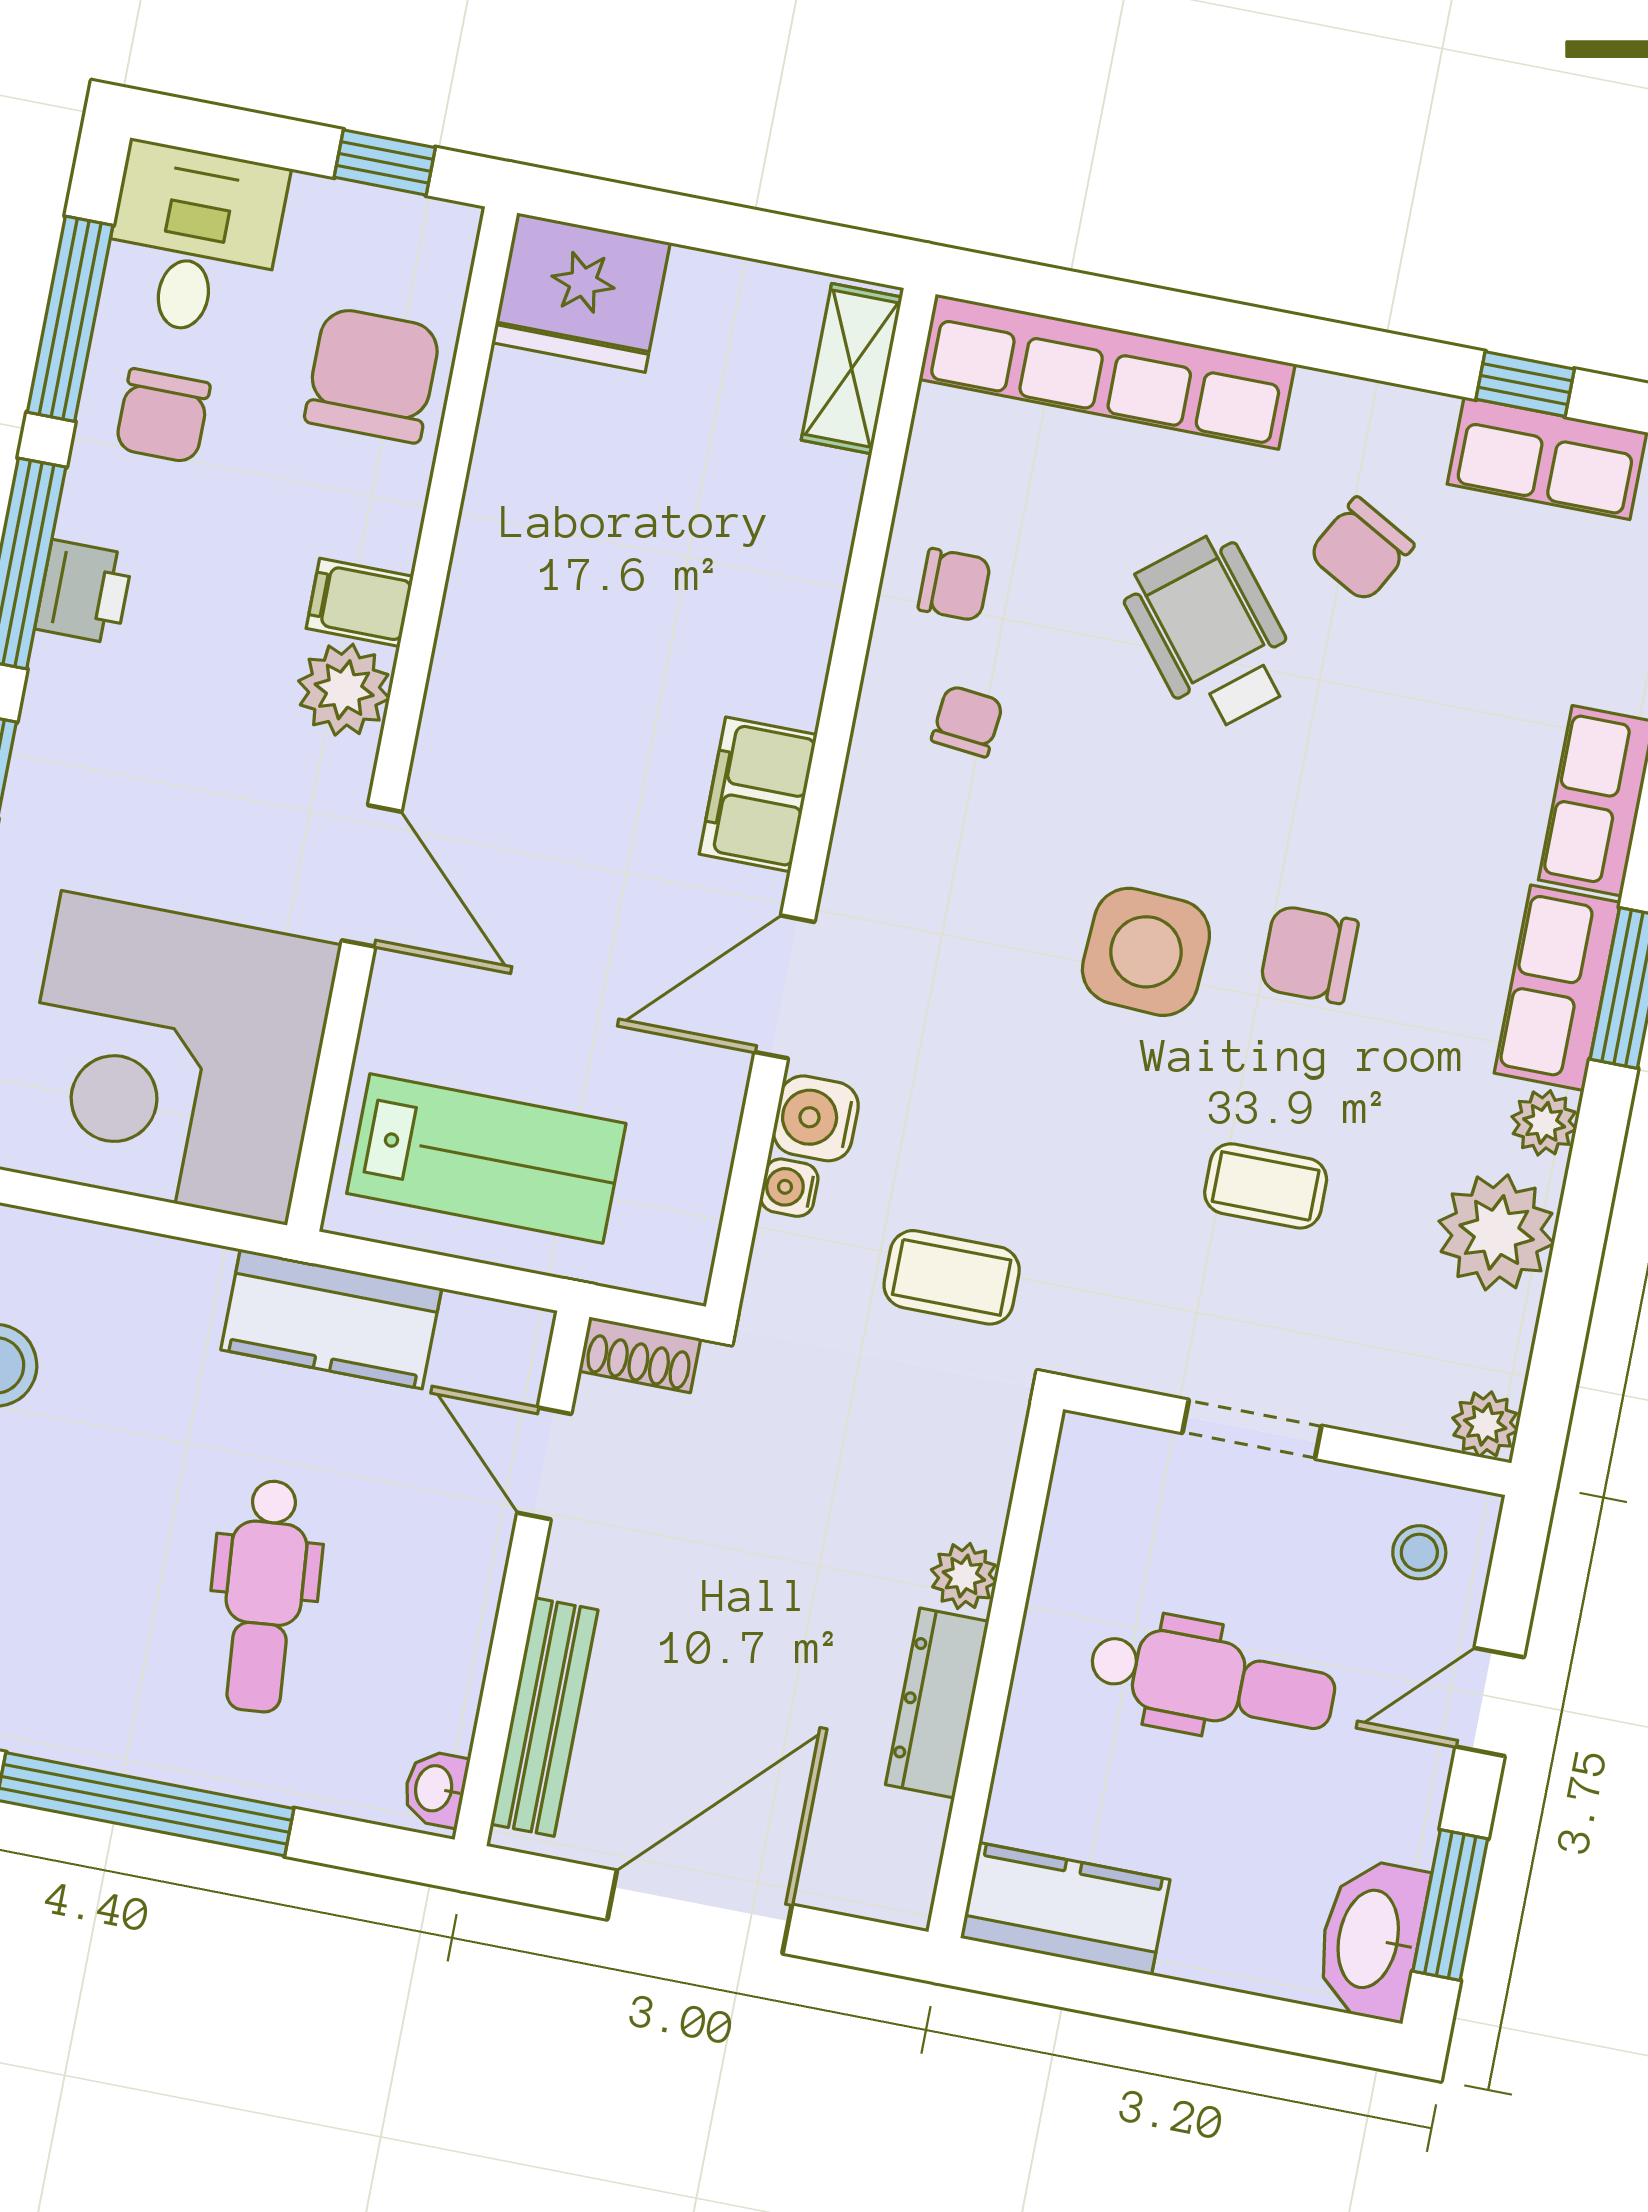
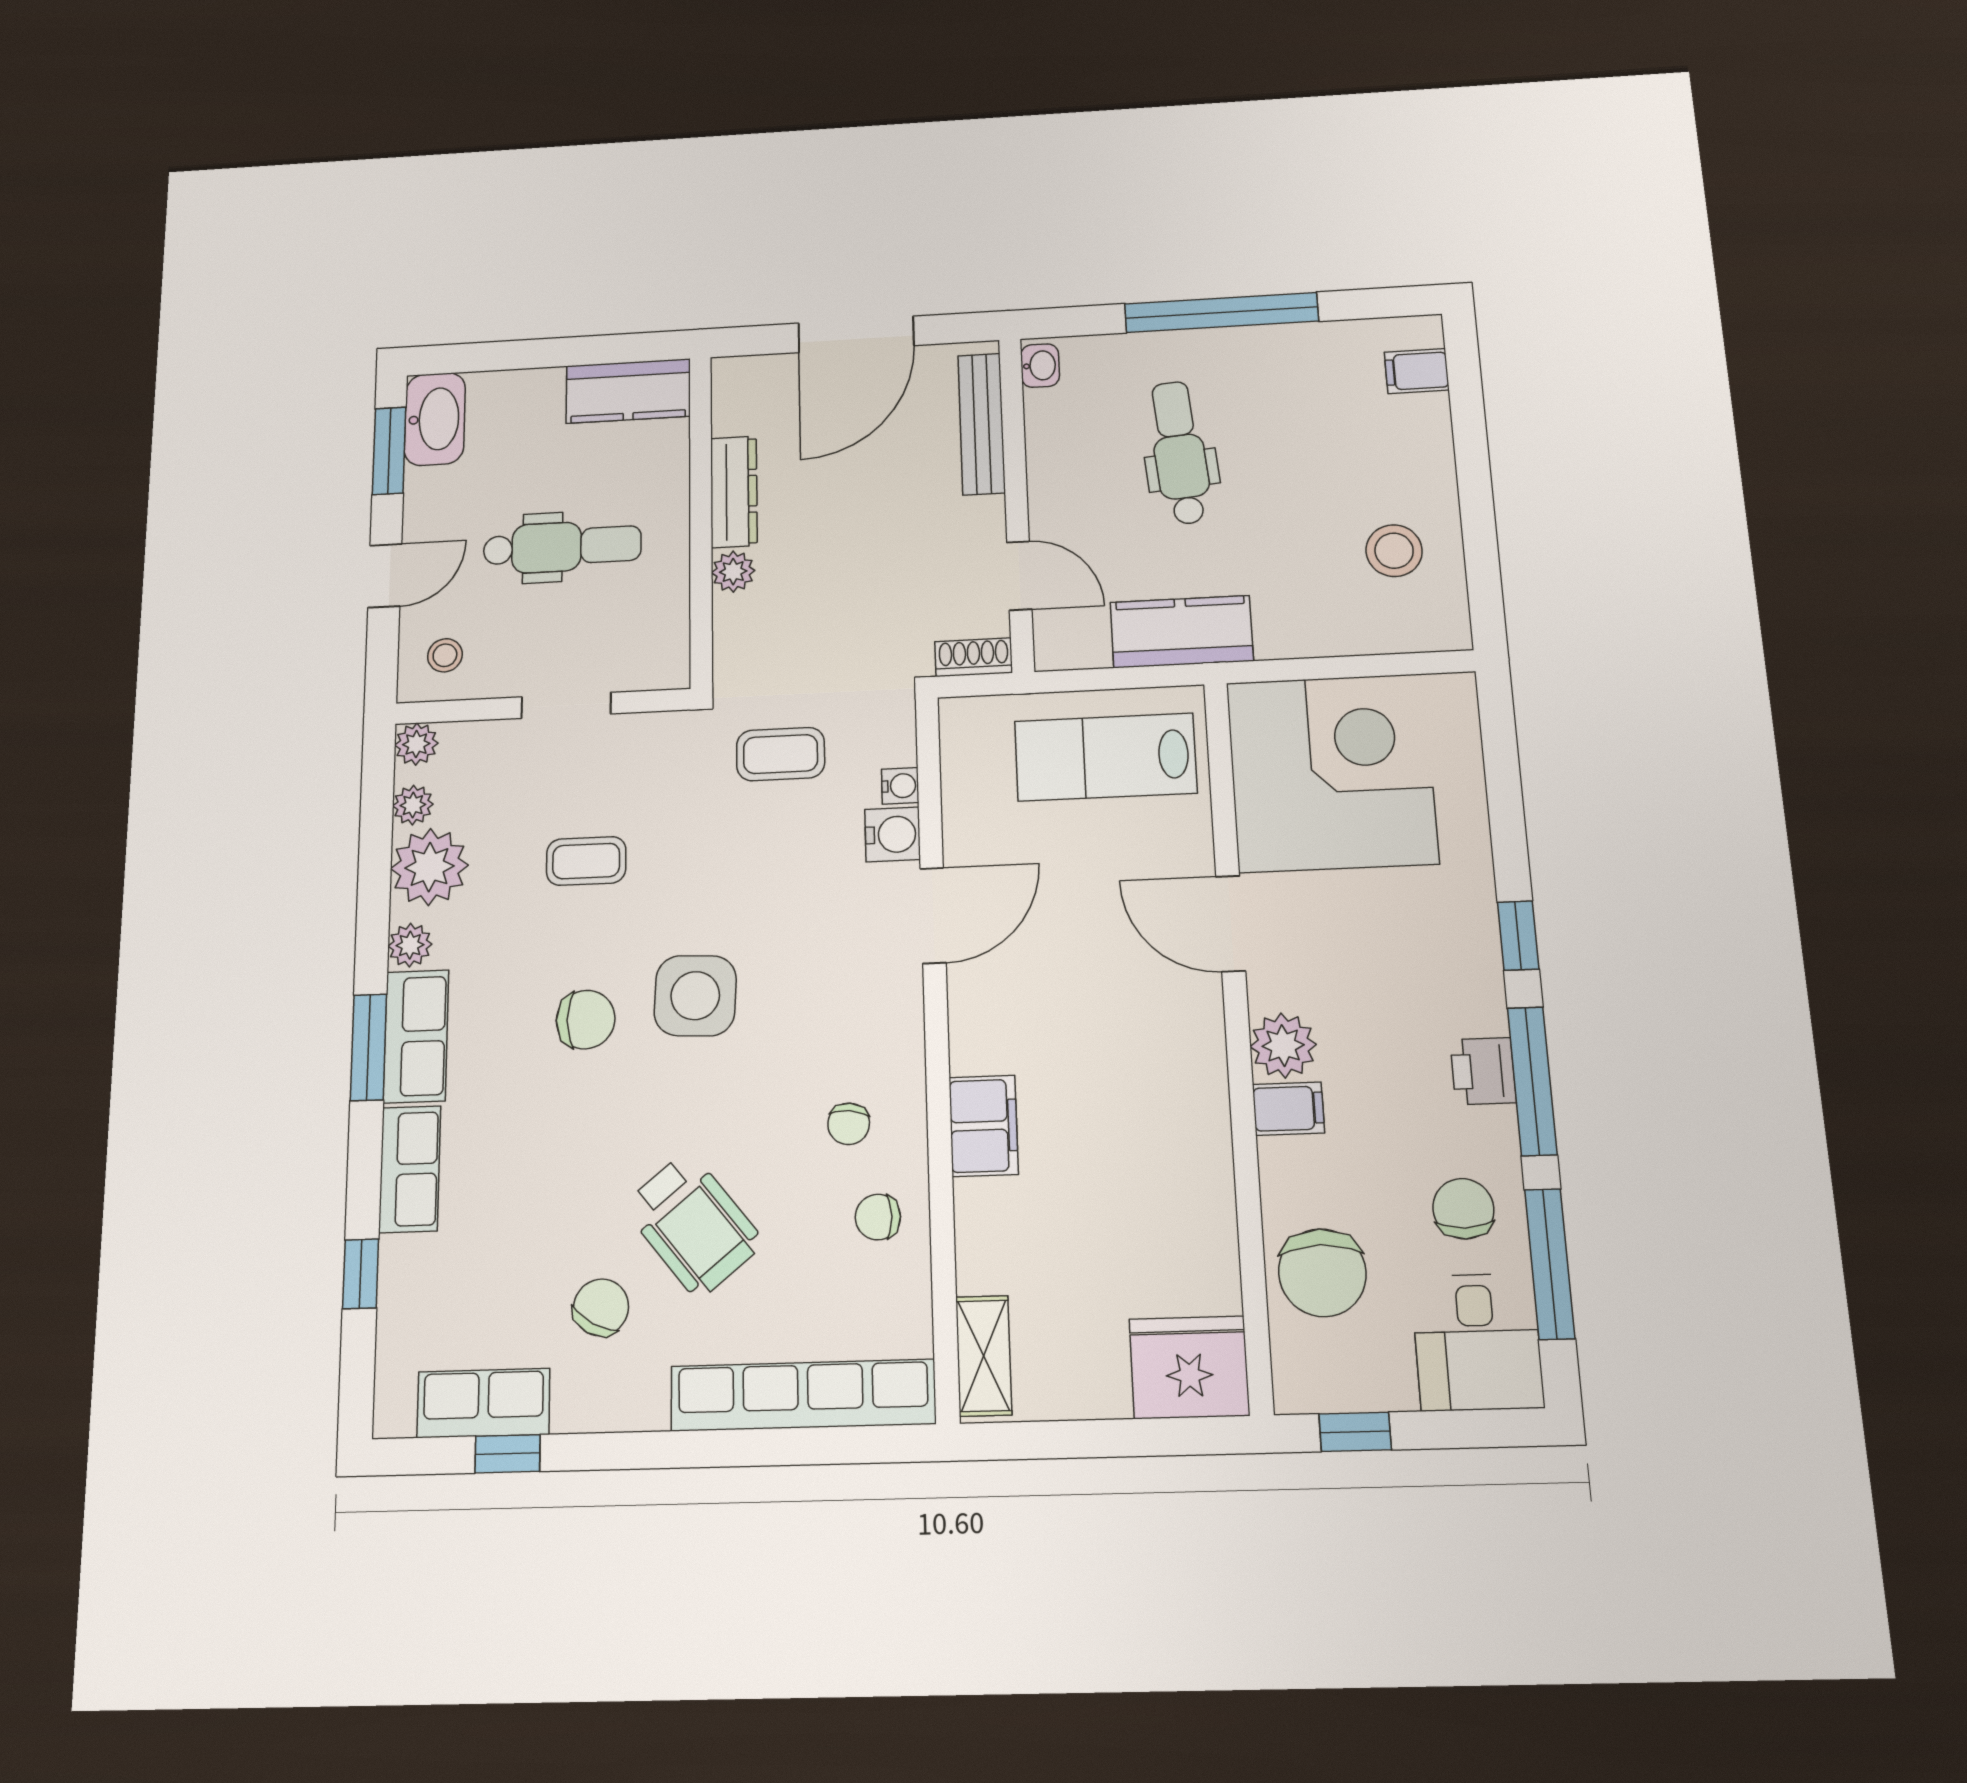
filing cabinet: (758, 794) -> (984, 1126), moved
plant: (1506, 1332) -> (413, 805), added
dental chair: (1213, 1680) -> (562, 547), turned 180

